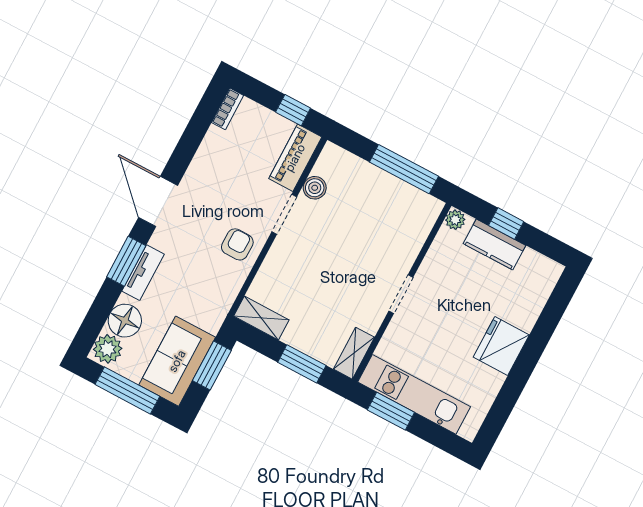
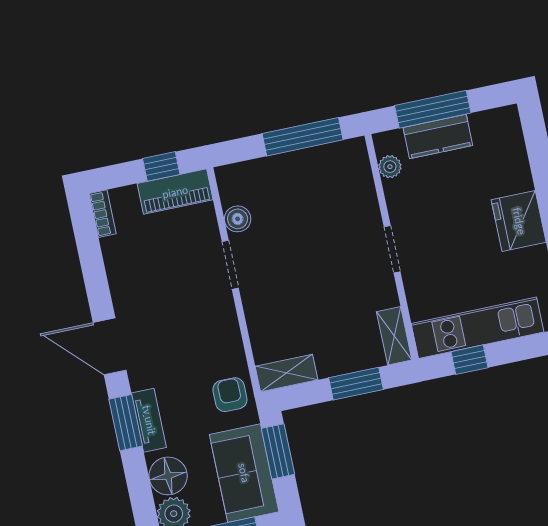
piano: (295, 158) -> (175, 192), moved, turned -90
plant: (455, 220) -> (390, 167), moved
window: (506, 224) -> (433, 109), width x2.17
armchair: (237, 244) -> (230, 395), moved
window: (391, 411) -> (469, 360), width x0.67

